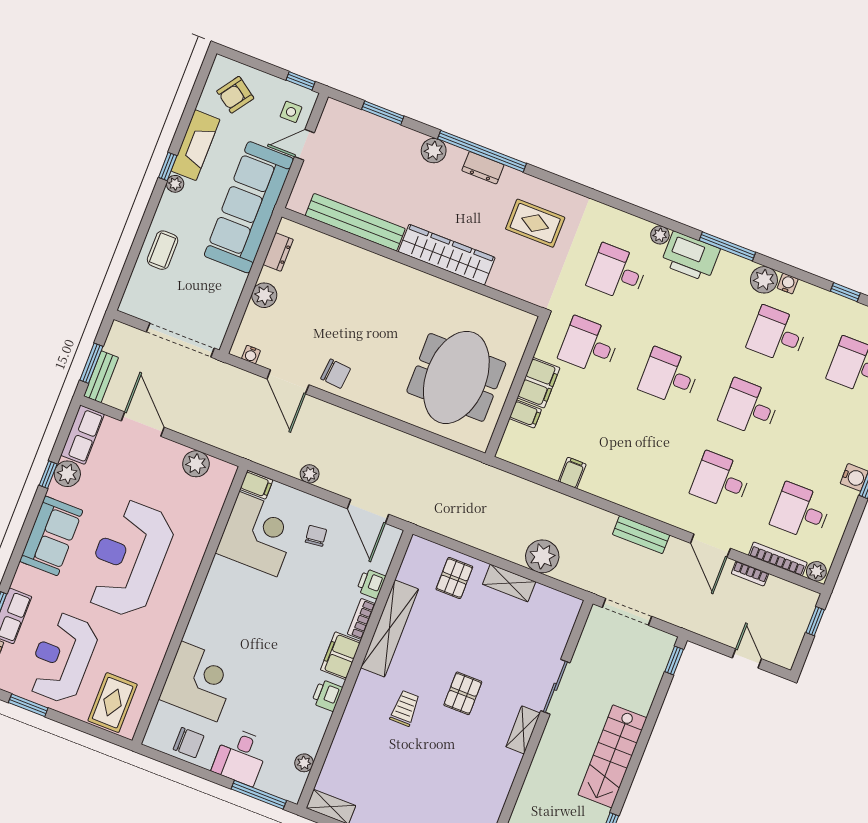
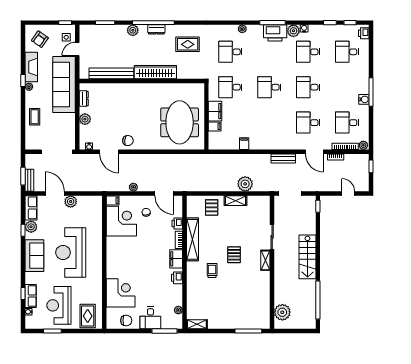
printer: (690, 257) -> (275, 33), moved
plant: (196, 464) -> (71, 202), moved

